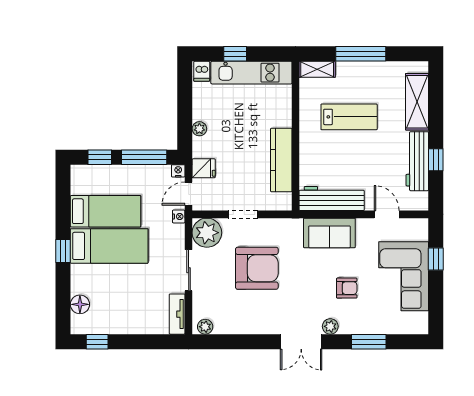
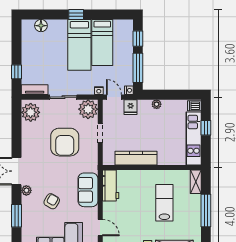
lab bench: (349, 117) -> (164, 203), turned 180
workbench: (332, 198) -> (111, 185), width x0.73
door: (387, 214) -> (100, 228), hinge flipped
armchair: (347, 288) -> (52, 201), turned -150
plant: (205, 327) -> (31, 112), width x1.88, depth x1.88
window: (97, 342) -> (16, 72), moved

